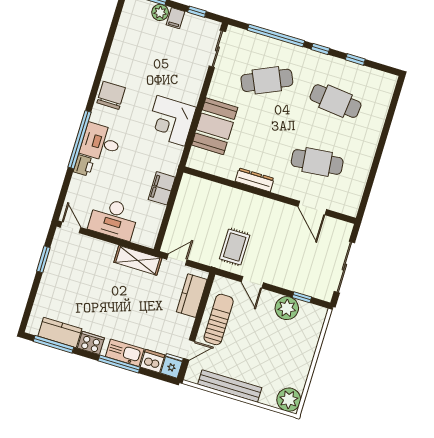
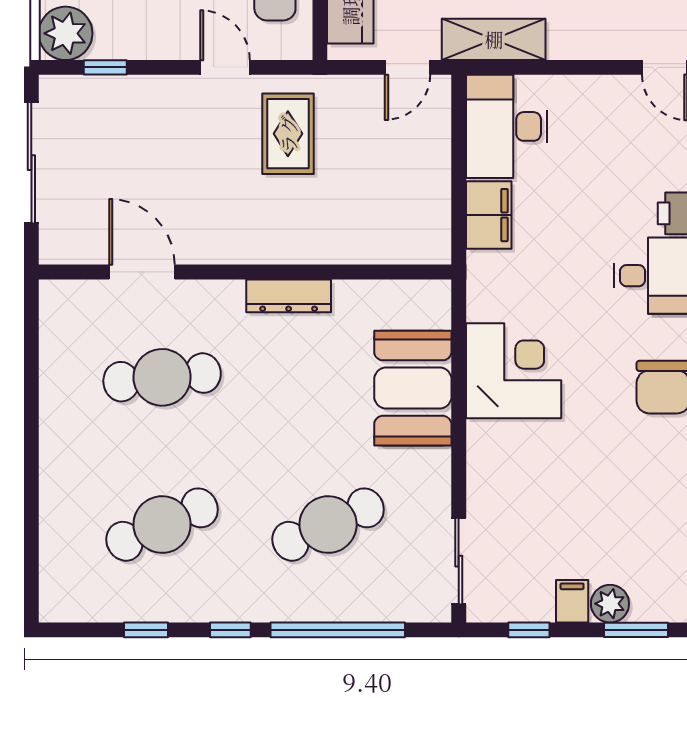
cafe table: (336, 101) -> (162, 525), turned -30
desk: (113, 219) -> (507, 126), moved, turned -90
plant: (287, 308) -> (65, 33), moved

